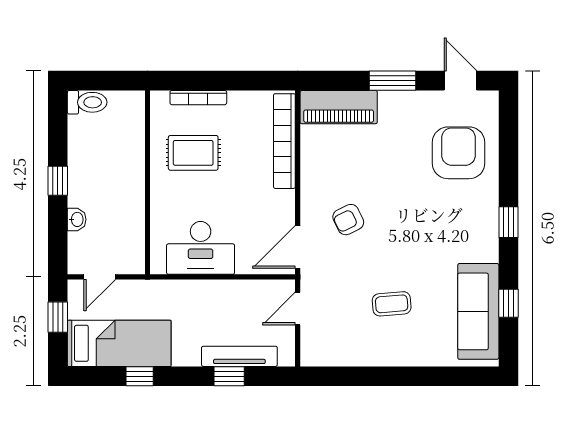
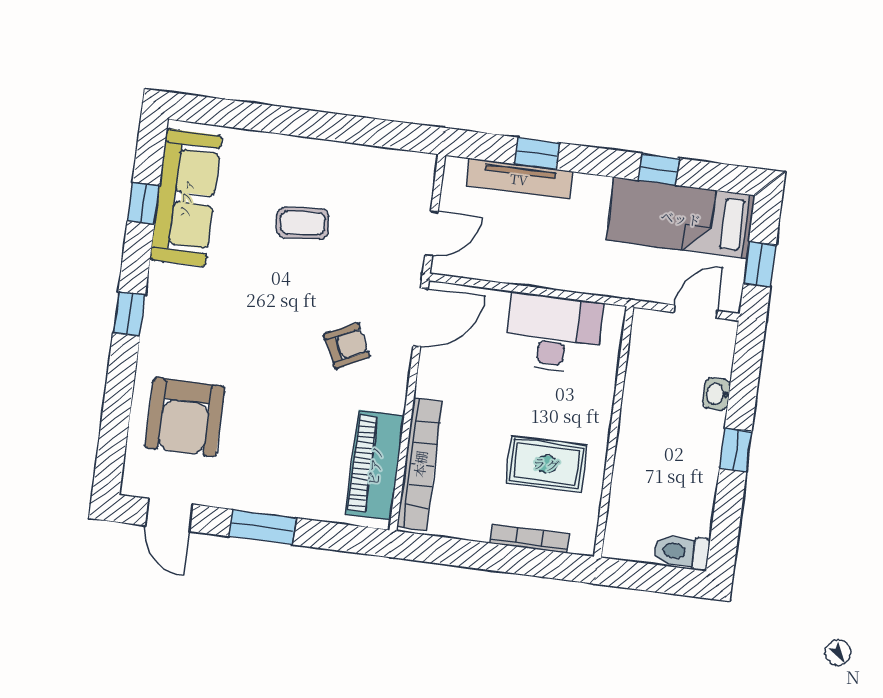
piano: (339, 107) -> (375, 465), moved, turned -90

